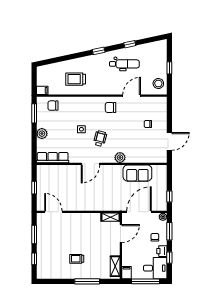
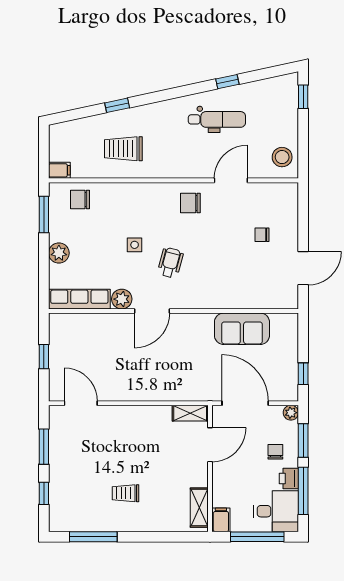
window: (99, 51) -> (117, 105), moved
window: (169, 68) -> (303, 97), moved
plant: (120, 158) -> (122, 299), moved
door: (139, 212) -> (245, 403), hinge flipped
window: (169, 258) -> (303, 491), width x2.17
window: (87, 281) -> (93, 537), moved

